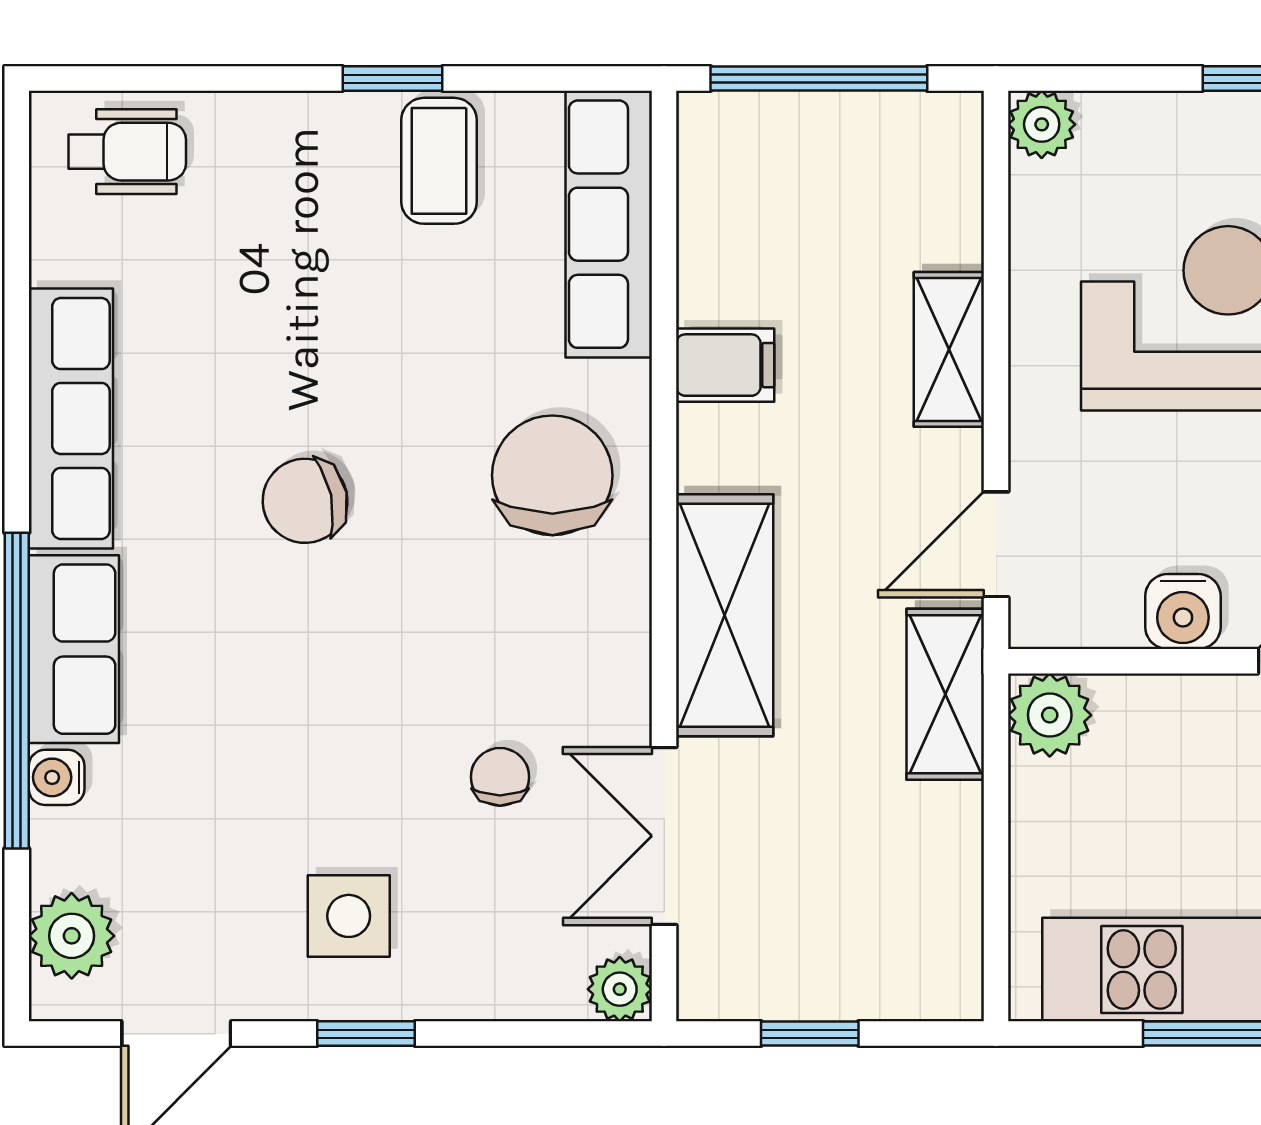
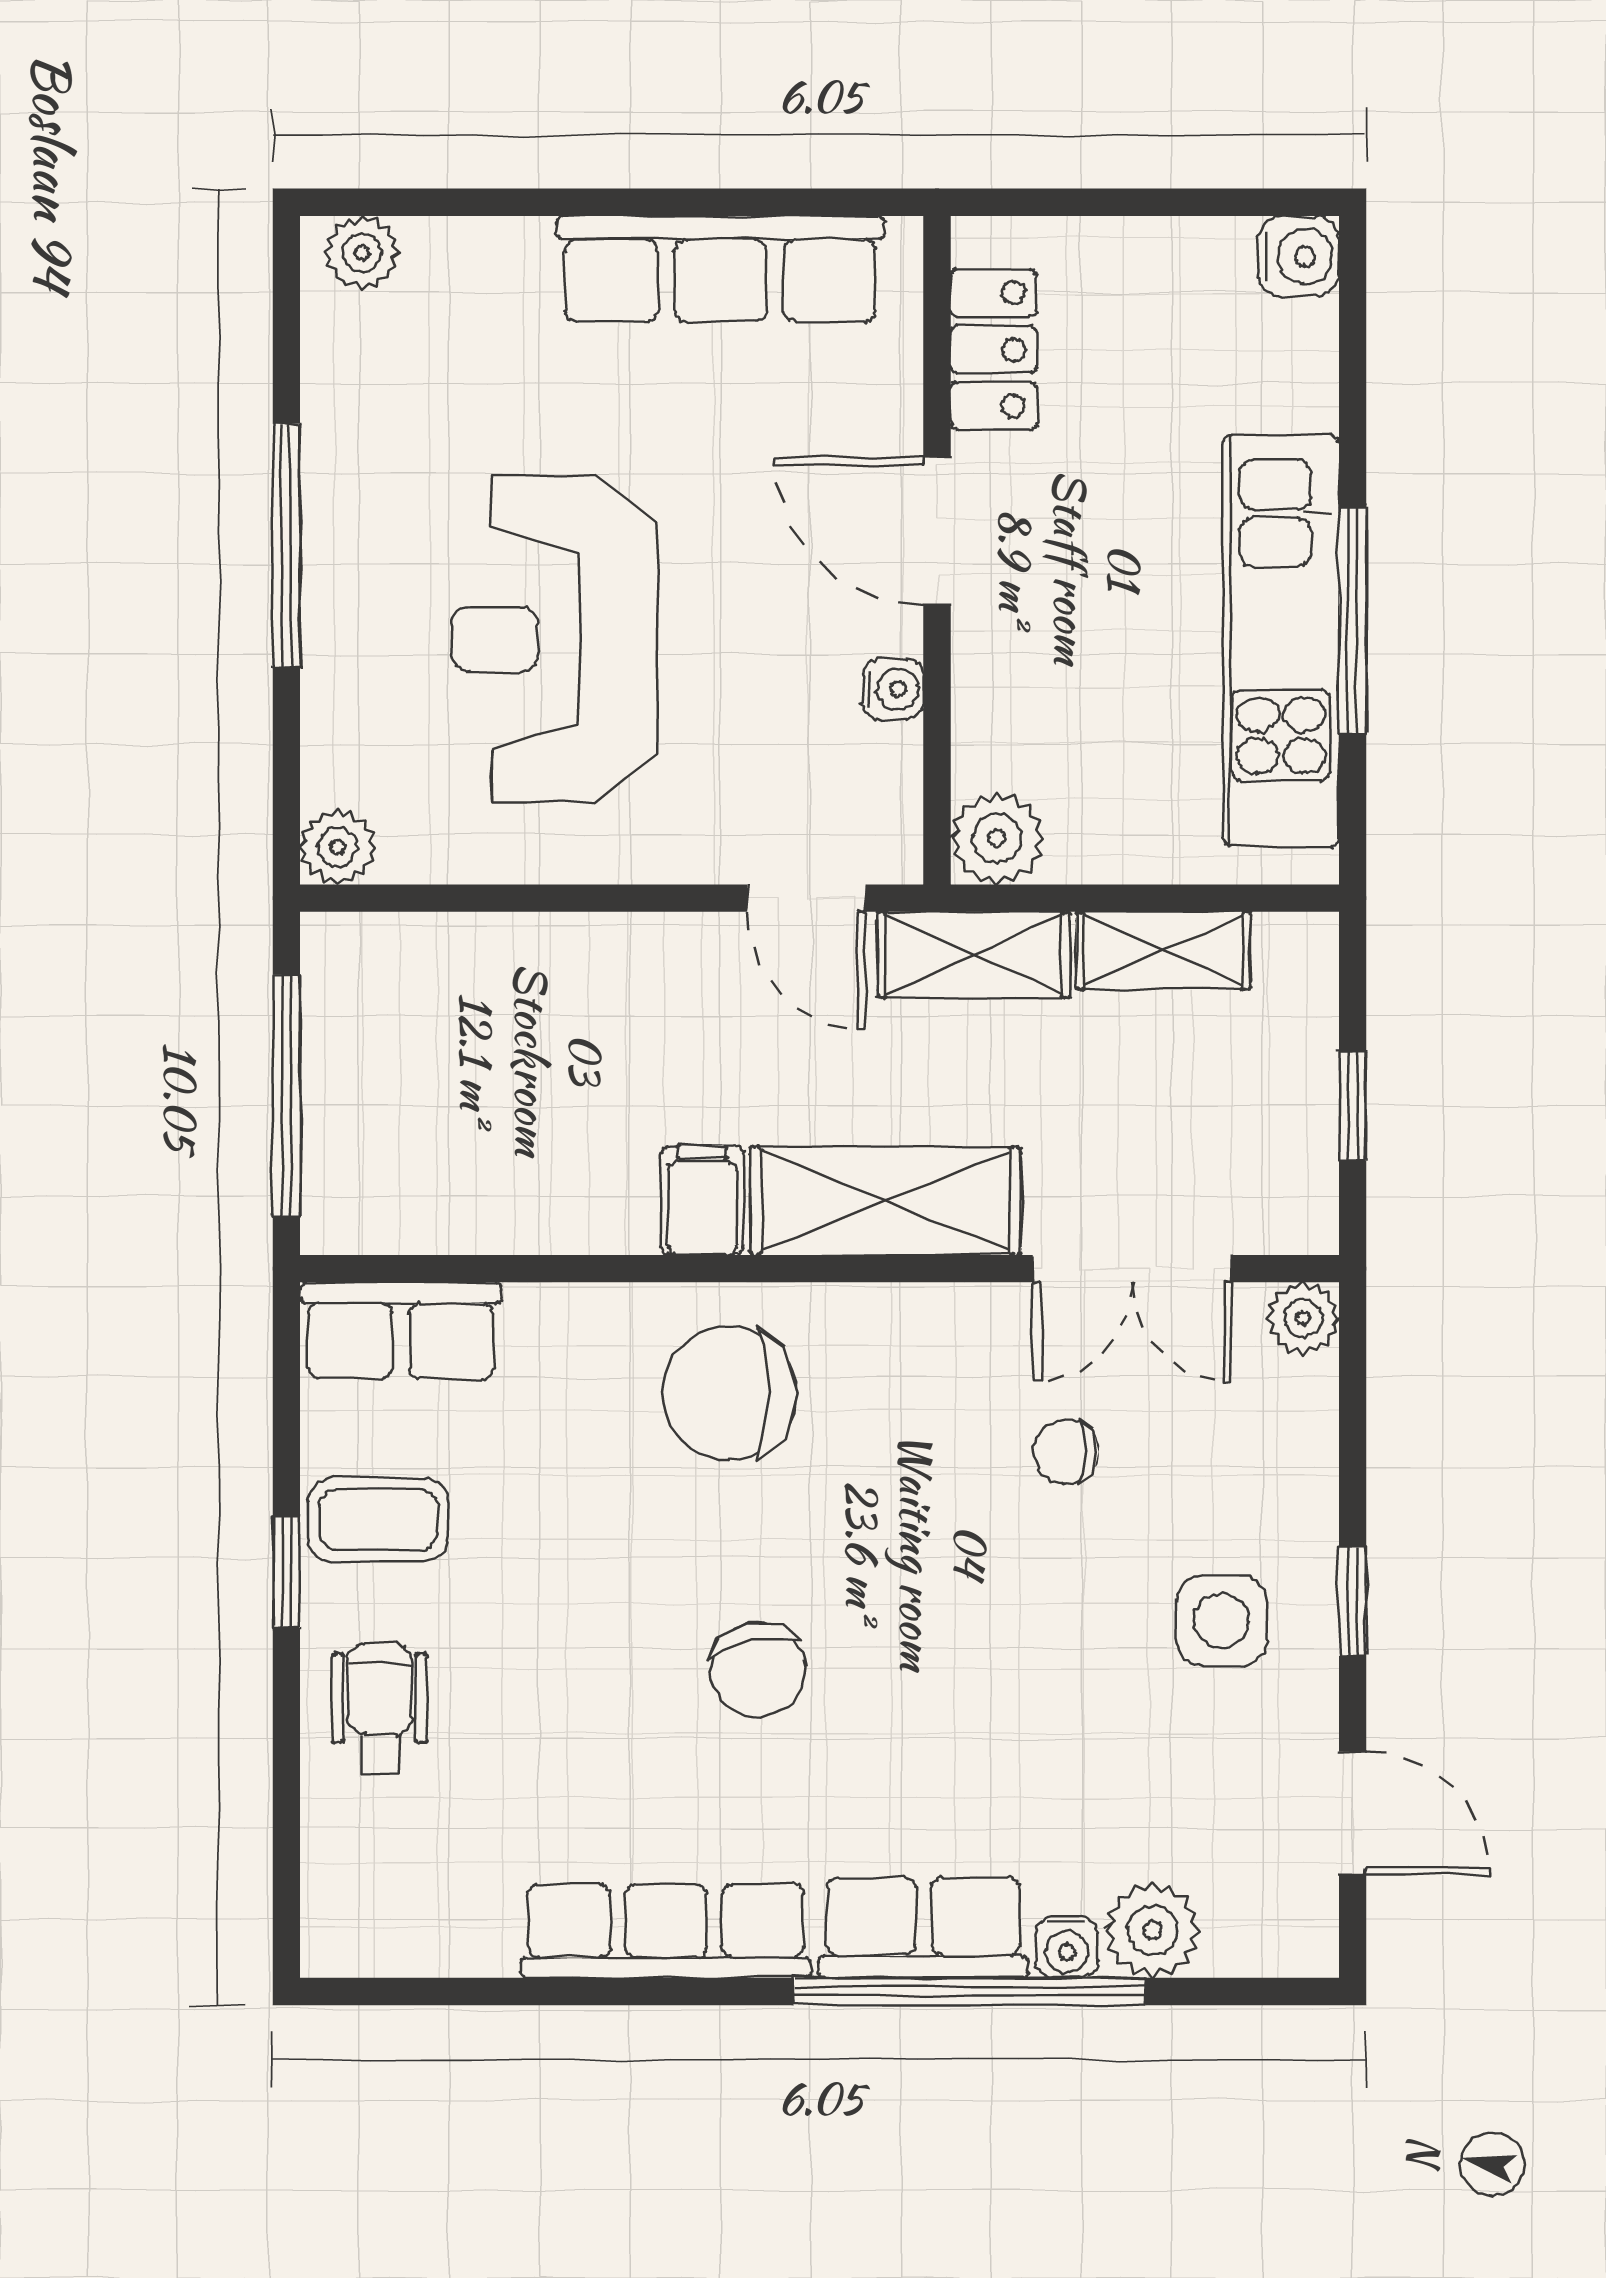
wheelchair: (127, 152) -> (380, 1709), moved
row of seats: (609, 224) -> (401, 1330), width x0.68
shelving: (949, 349) -> (1163, 951), moved
filing cabinet: (725, 365) -> (702, 1200), moved
water cooler: (1183, 611) -> (893, 689), width x0.72, depth x0.72
plant: (72, 936) -> (1153, 1930), moved

